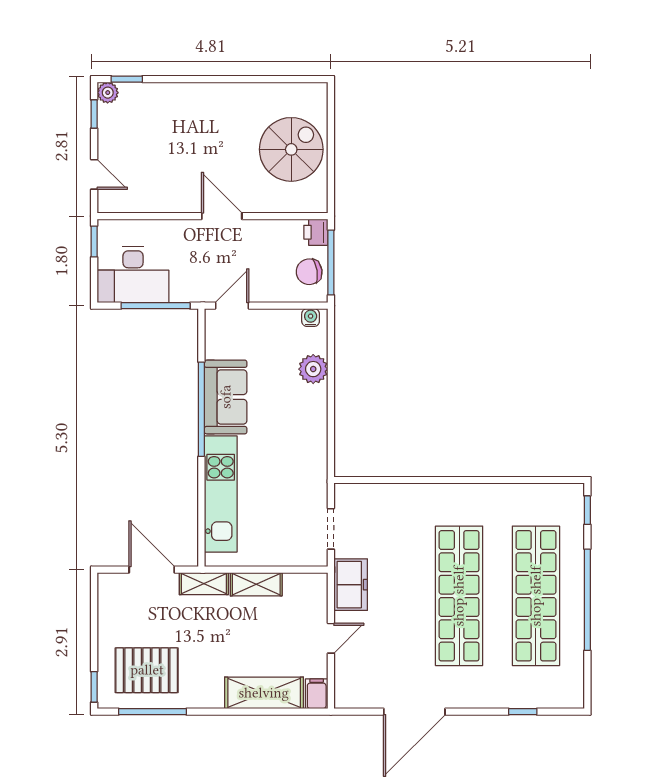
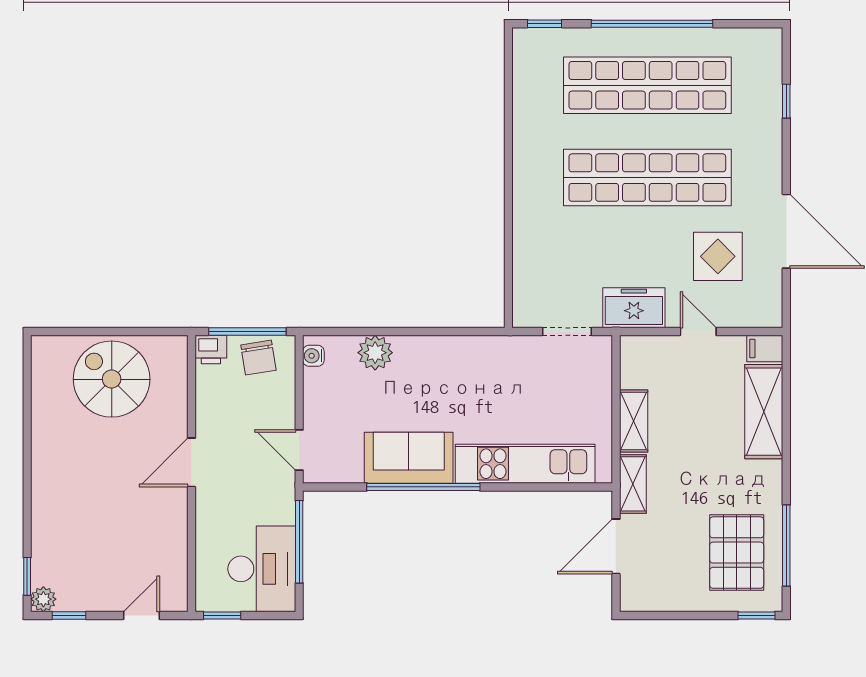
display table: (393, 655) -> (718, 256), added

